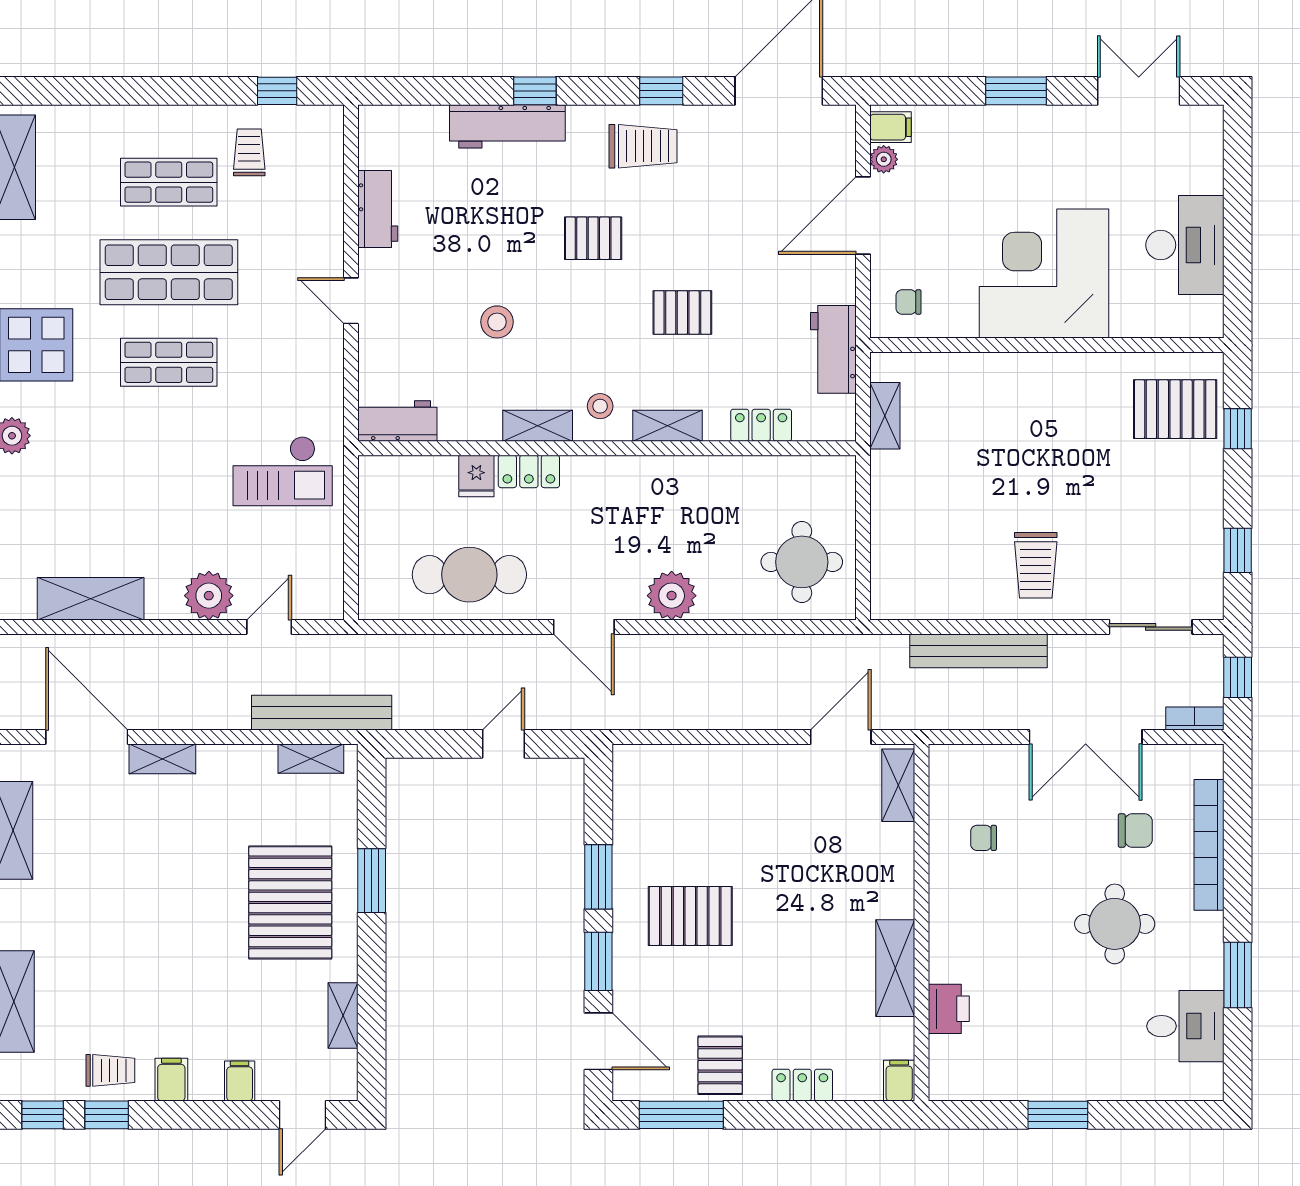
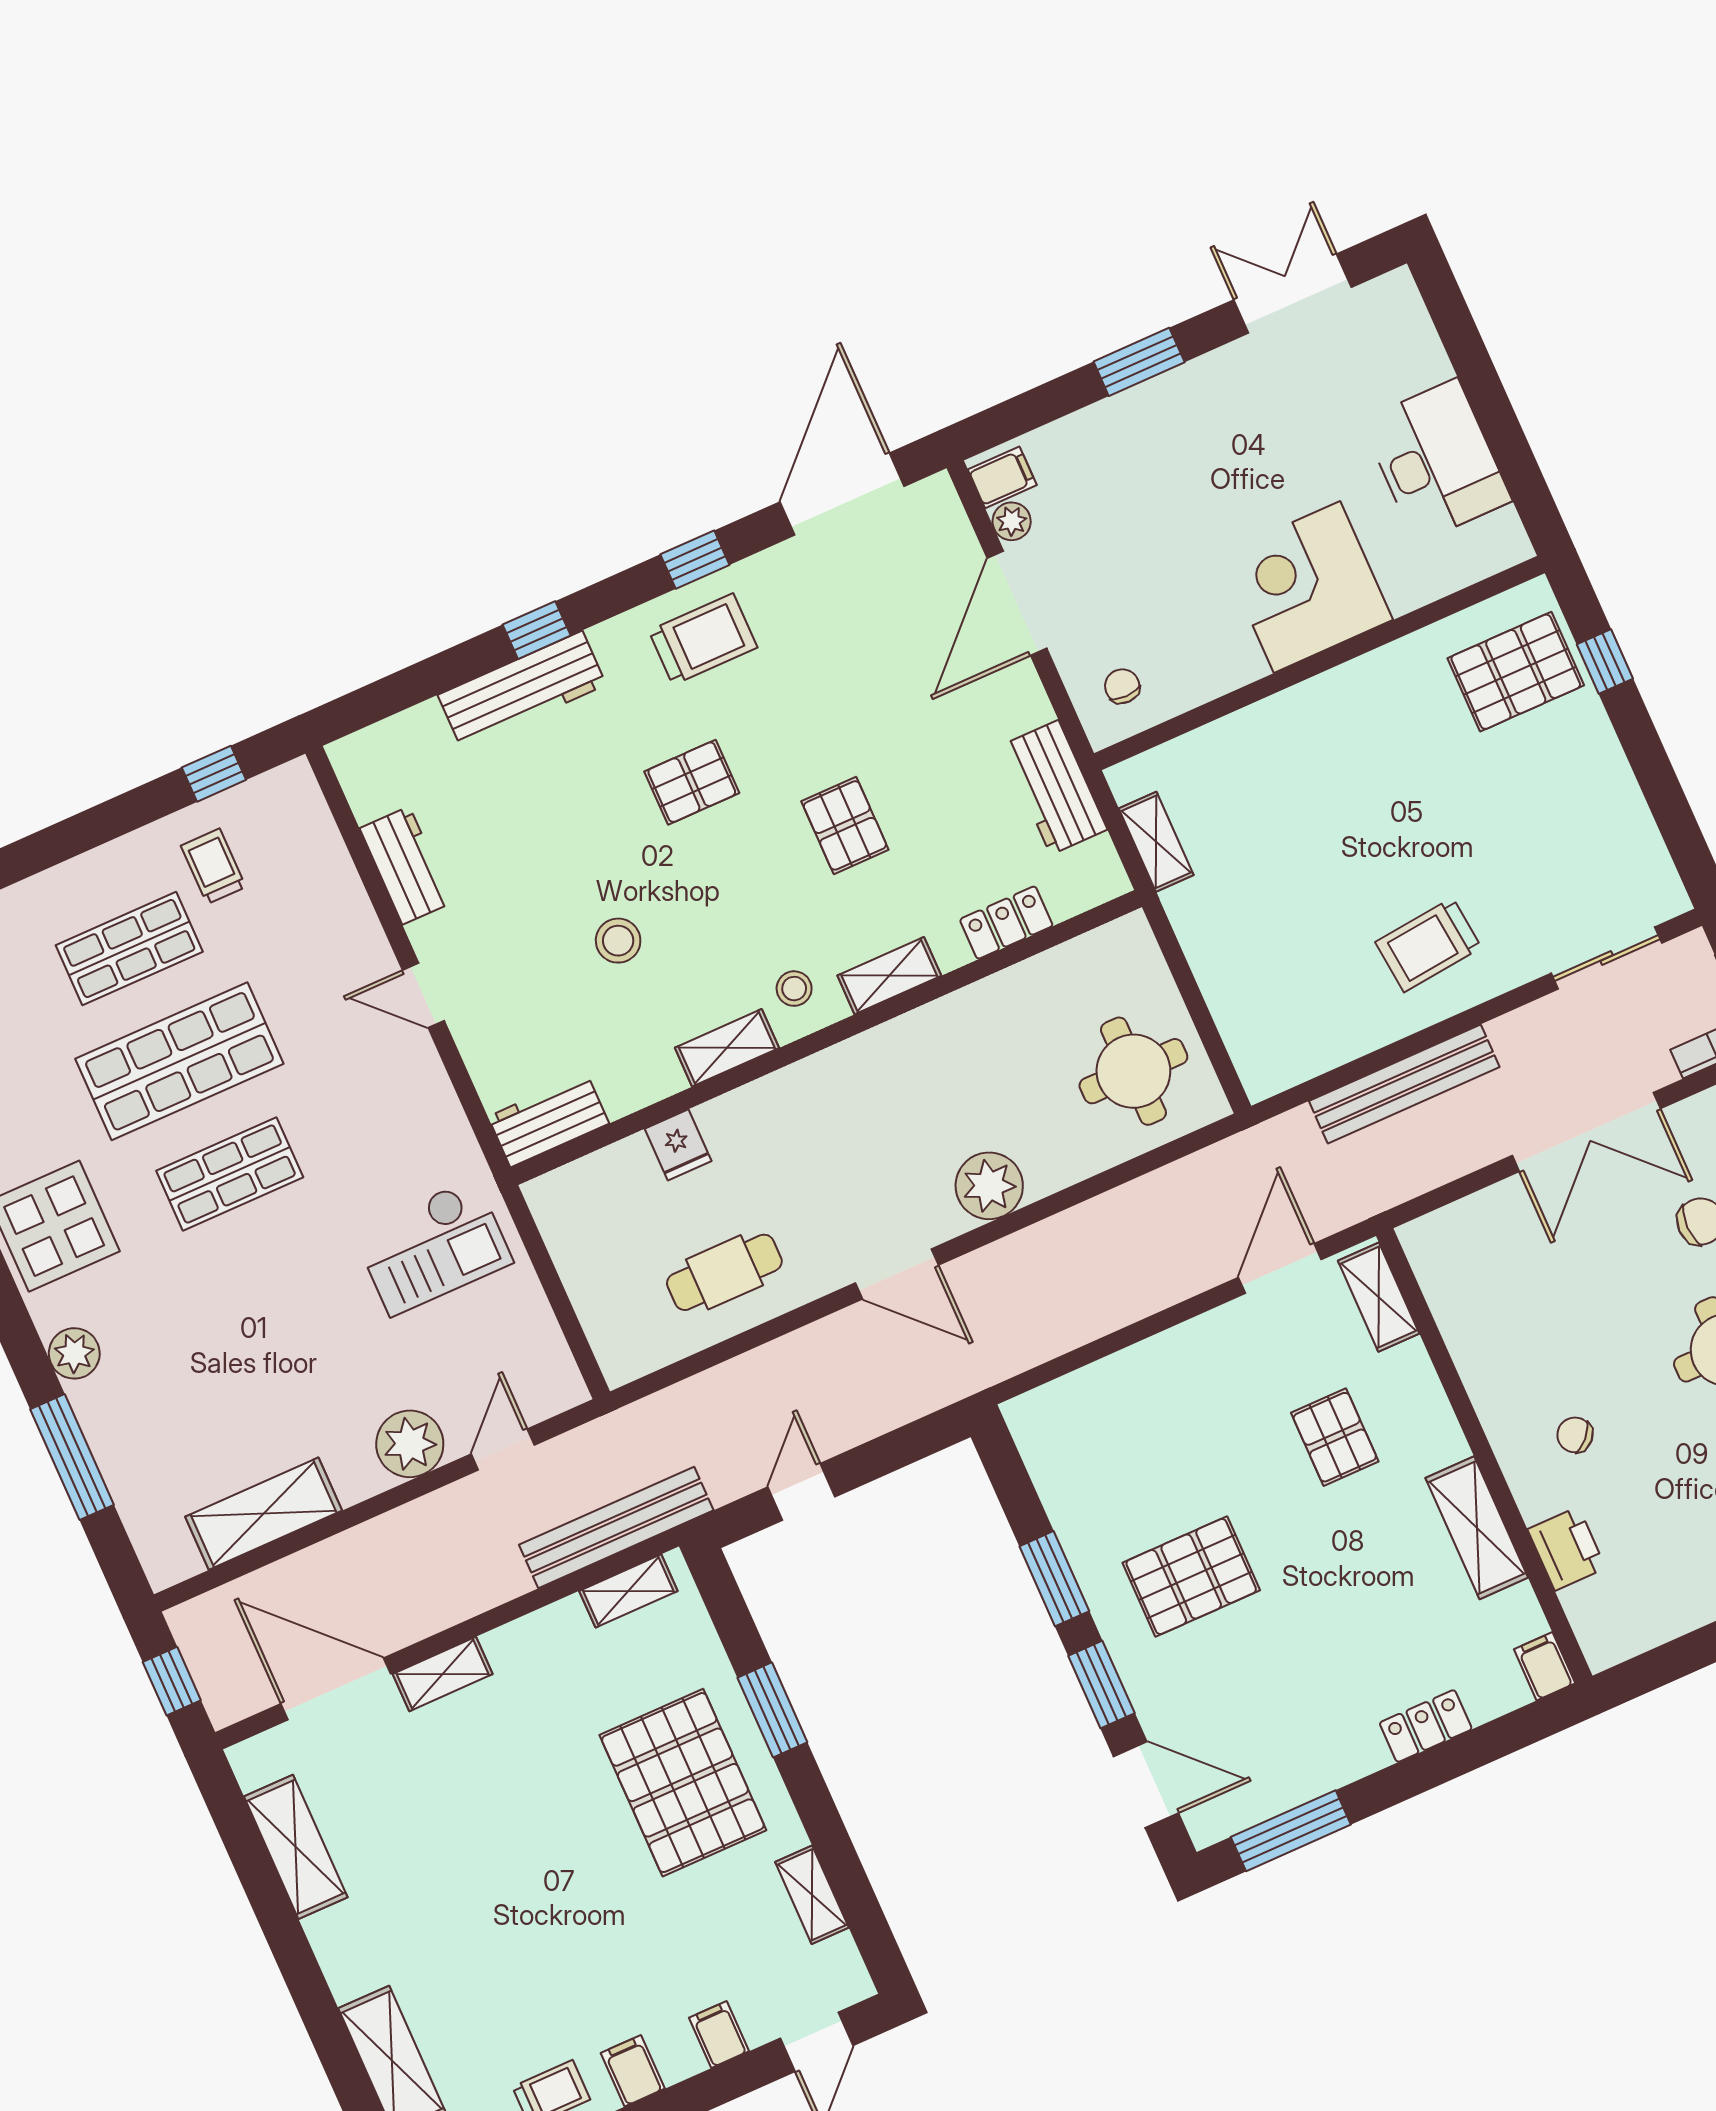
corner desk: (1044, 274) -> (1307, 587), width x0.74, depth x0.74
chair: (909, 302) -> (1122, 686), turned 90
pallet: (682, 313) -> (845, 825), turned 90
locker: (529, 471) -> (741, 1110), removed
window: (1238, 550) -> (1673, 814), removed
trolley: (1036, 565) -> (1428, 945), turned 84
cafe table: (469, 575) -> (724, 1272), width x0.73, depth x0.74
door: (503, 744) -> (801, 1492), moved
chair: (984, 838) -> (1575, 1435), moved, turned 44
pallet: (720, 1065) -> (1335, 1437), moved

